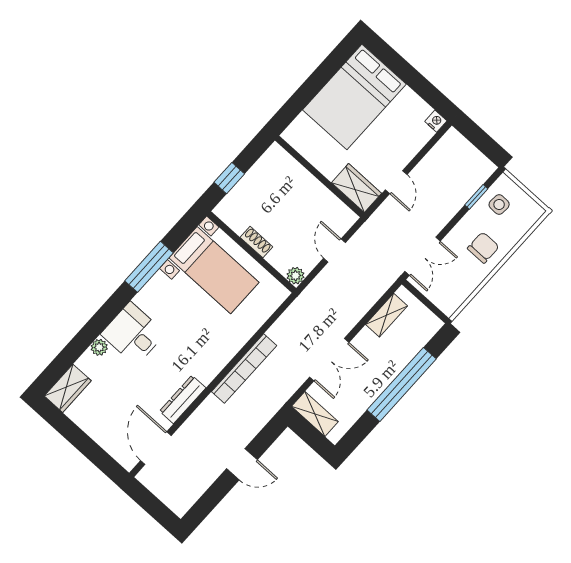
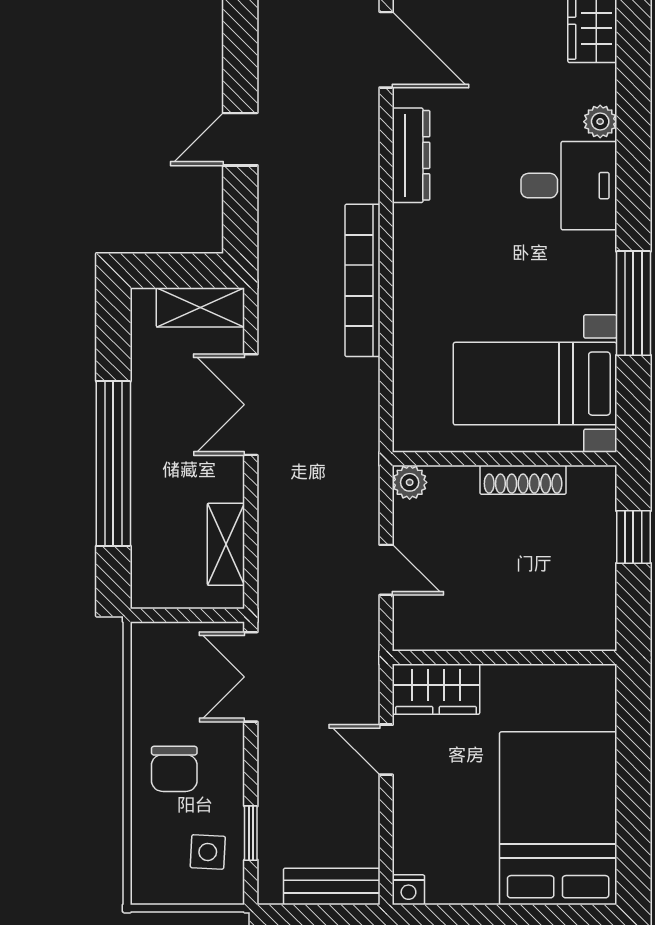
bench: (464, 149) -> (332, 887), added
shoe rack: (256, 242) -> (523, 480), width x1.43

